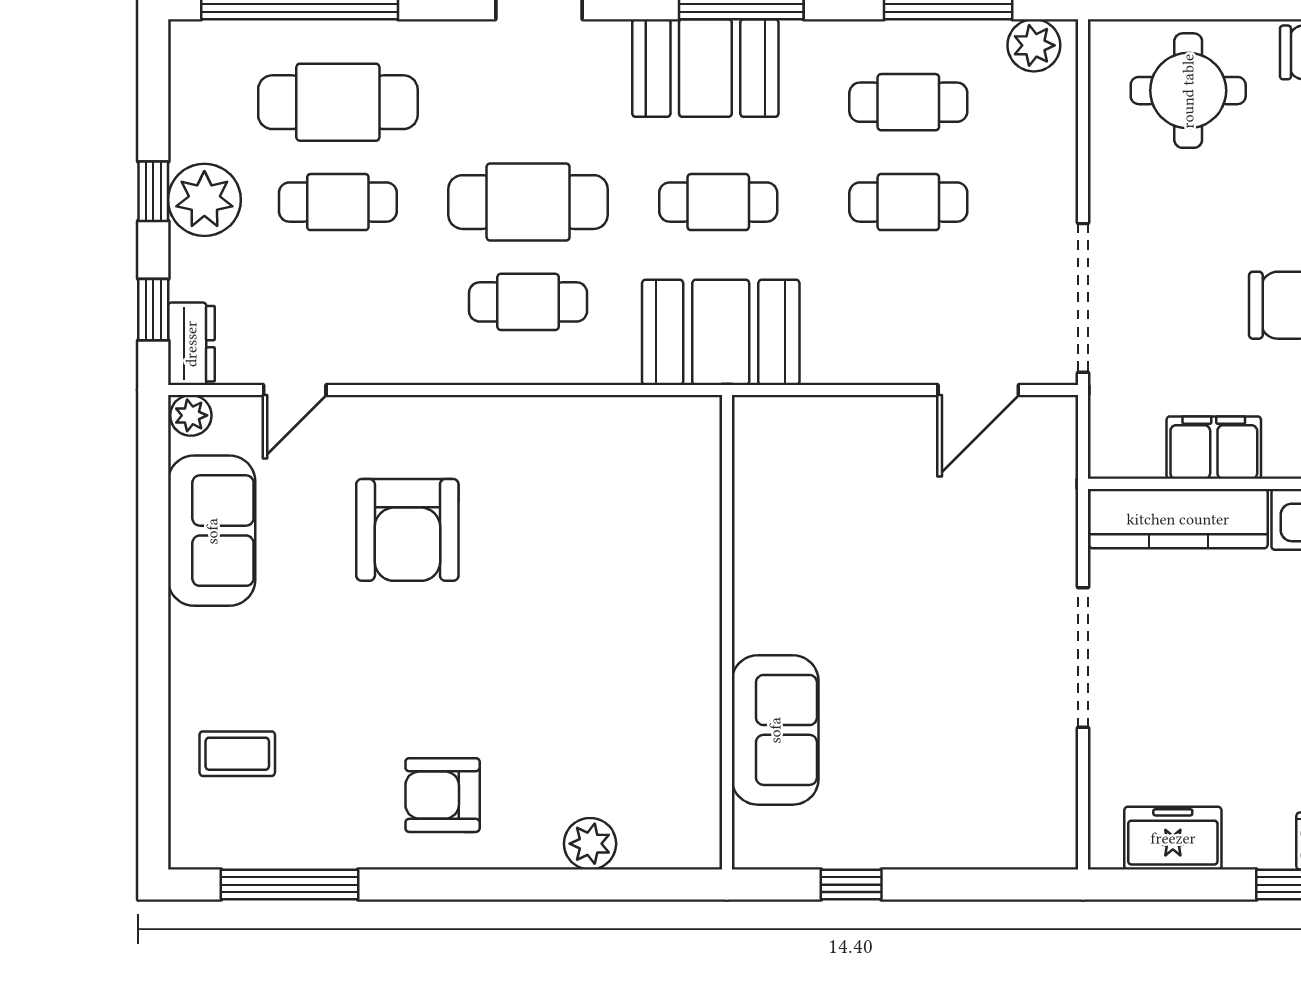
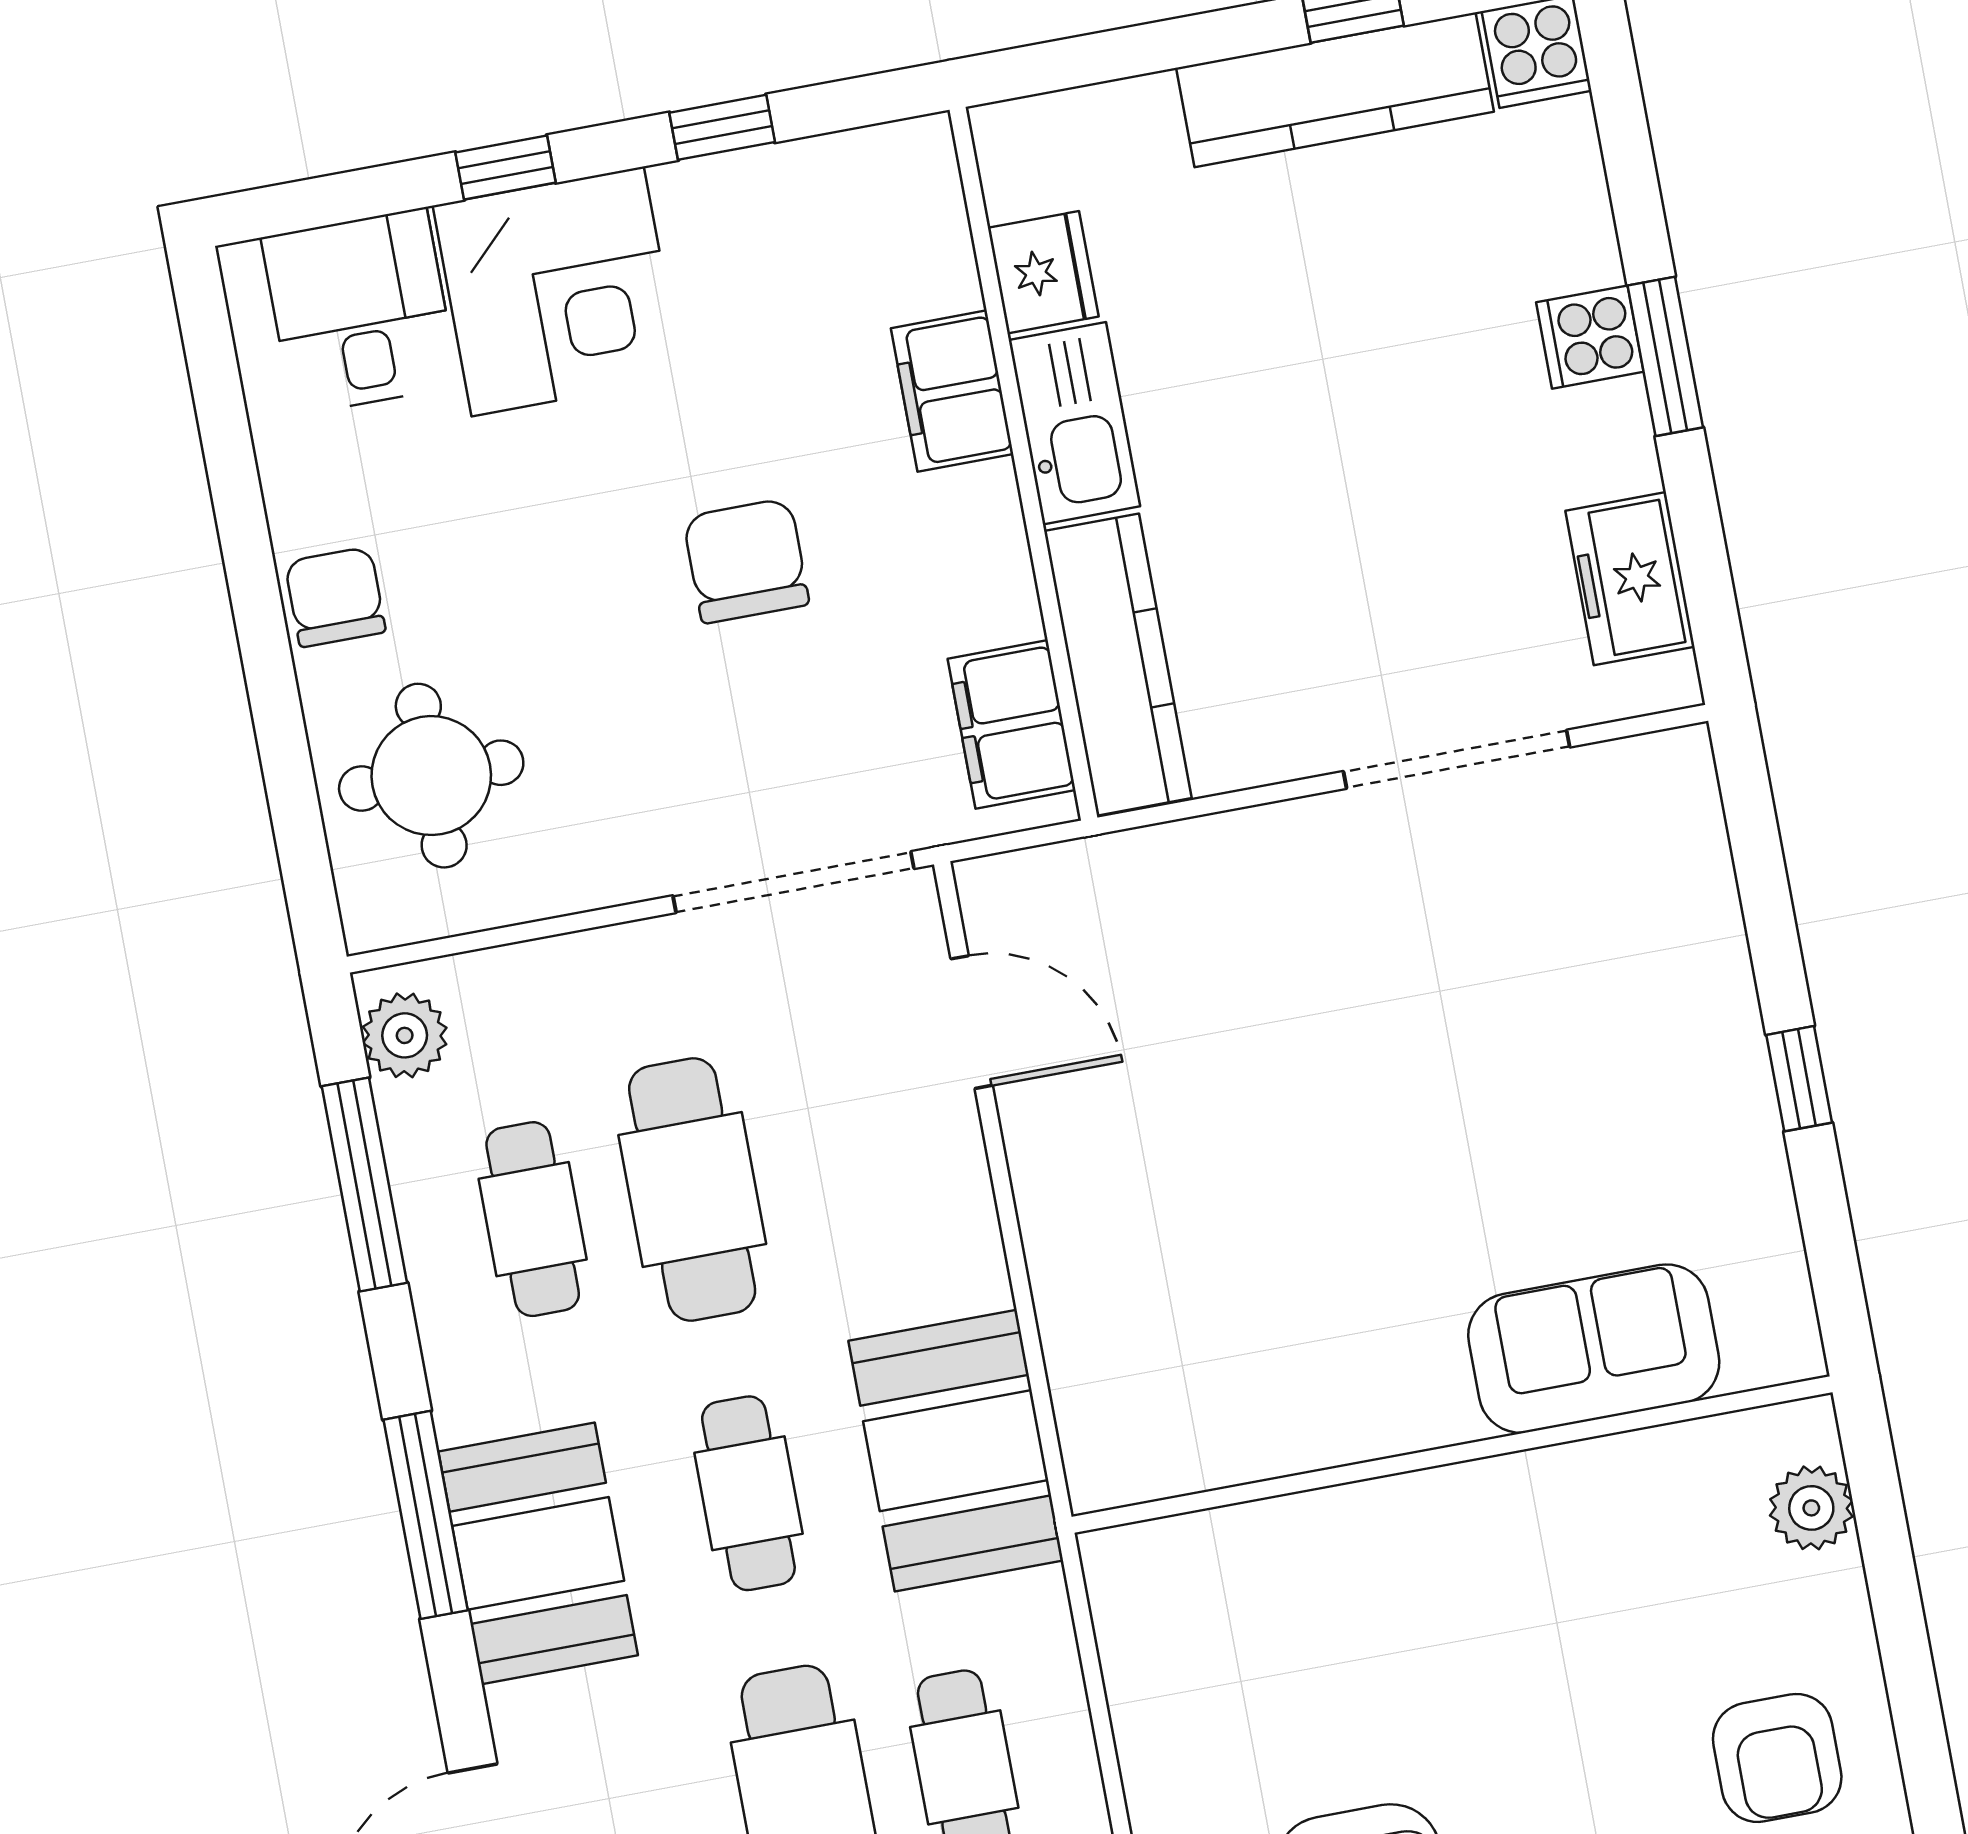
cafe table: (908, 202) -> (692, 1190), width x1.37, depth x1.35
filing cabinet: (1214, 448) -> (1012, 724), moved
wall: (727, 632) -> (1452, 1455), moved
doorway: (1083, 658) -> (1457, 759), moved
sofa: (775, 730) -> (1594, 1349), moved

